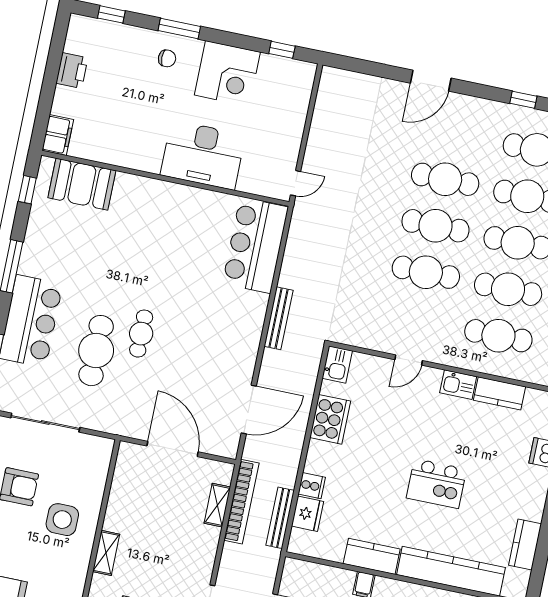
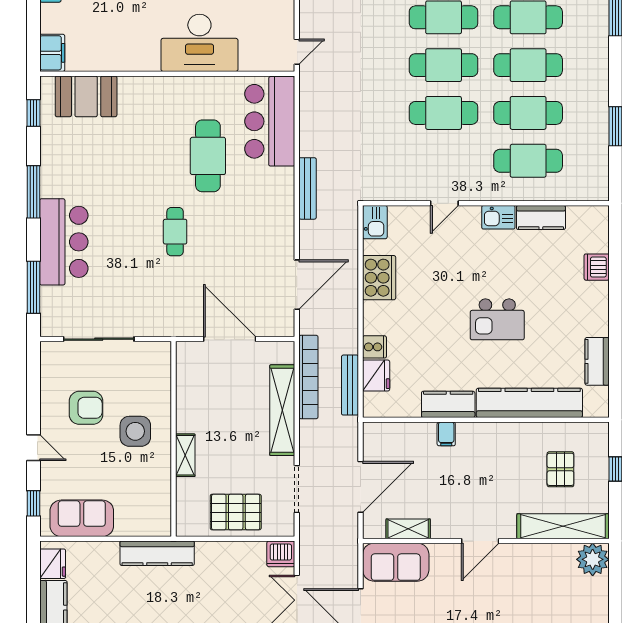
cafe table: (96, 351) -> (208, 156), moved
shelving: (217, 505) -> (282, 410), width x2.20, depth x1.33

